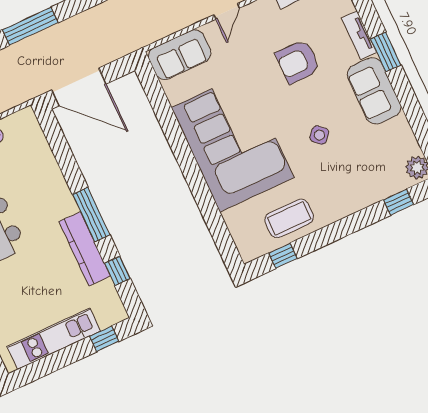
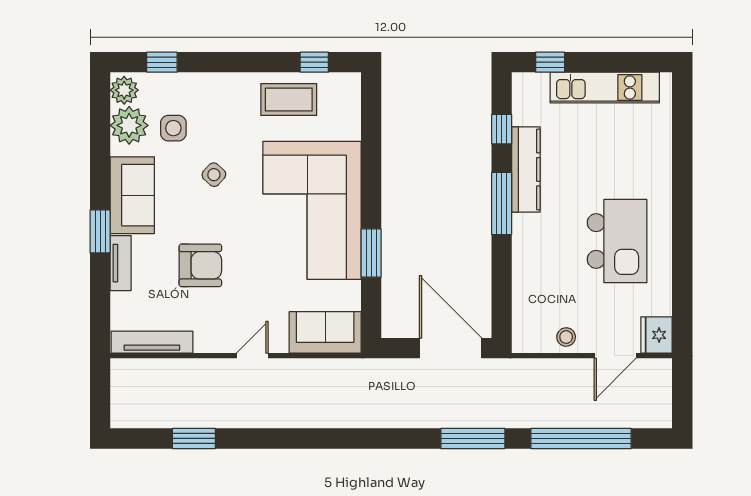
window: (173, 131) -> (371, 253), added
plant: (401, 143) -> (129, 125), added
side table: (367, 156) -> (173, 128), added

